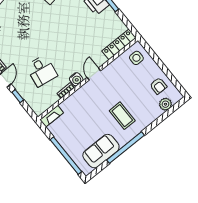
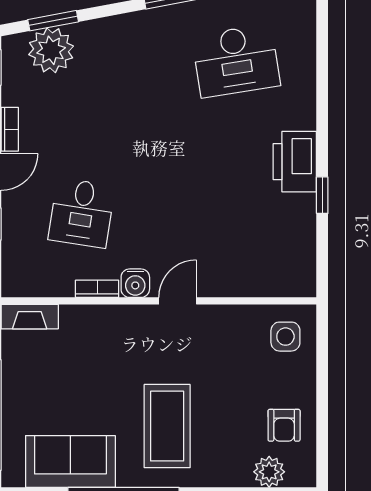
locker: (119, 44) -> (273, 283), removed
coffee table: (122, 116) -> (167, 426), width x1.36, depth x1.32

